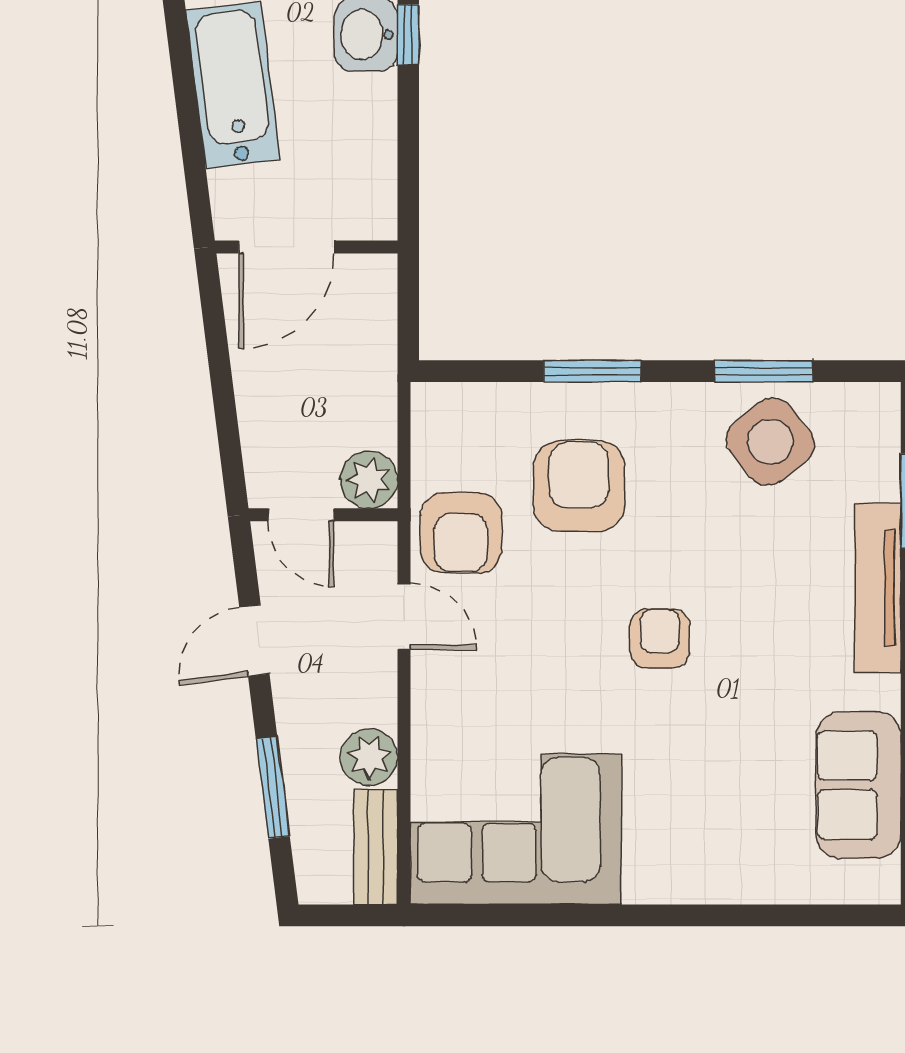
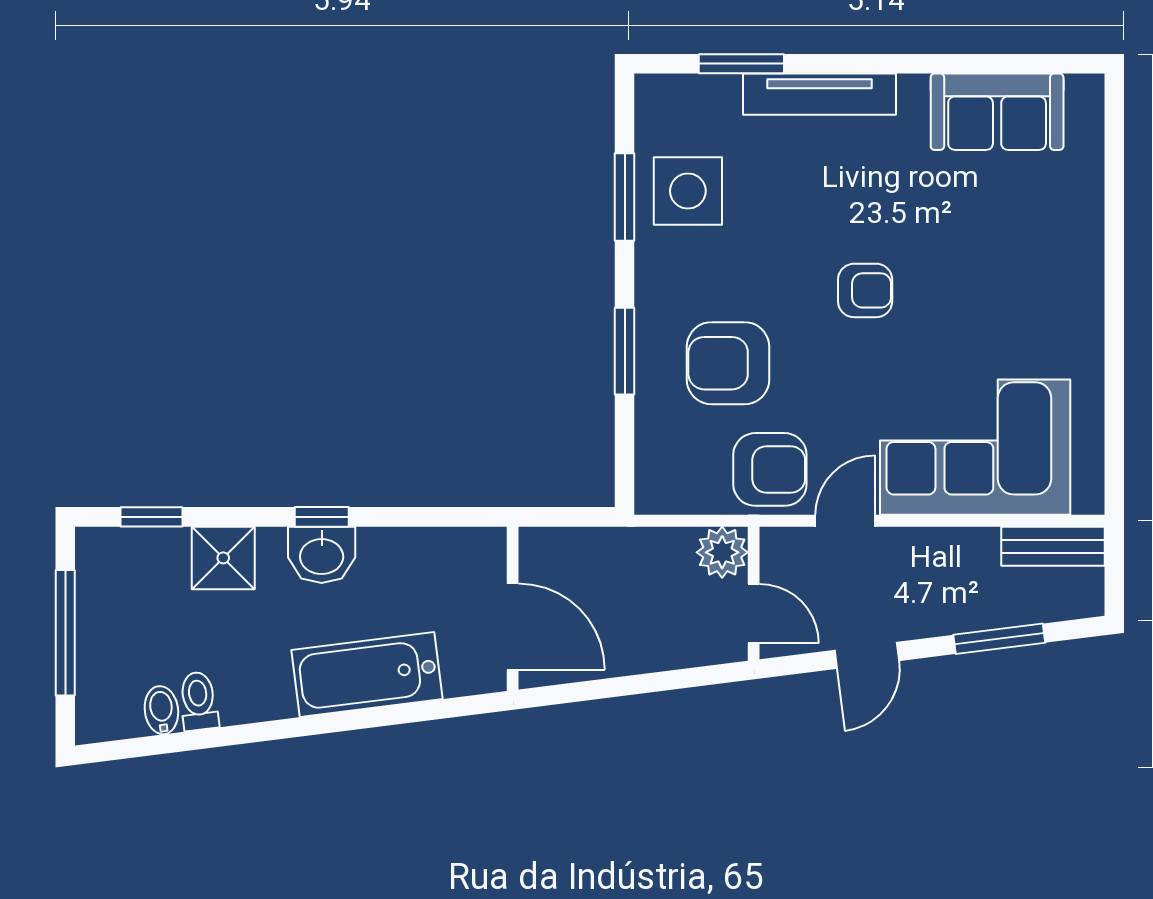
side table: (770, 442) -> (688, 191), turned 38
door: (301, 515) -> (754, 613), hinge flipped
armchair: (660, 638) -> (865, 290), turned 180
door: (254, 640) -> (867, 655), hinge flipped
plant: (369, 757) -> (972, 552), removed
corner sofa: (516, 829) -> (975, 447), moved, turned 90

